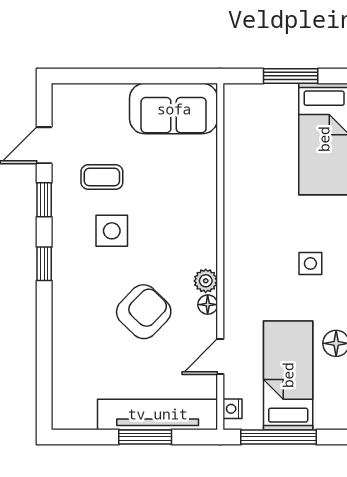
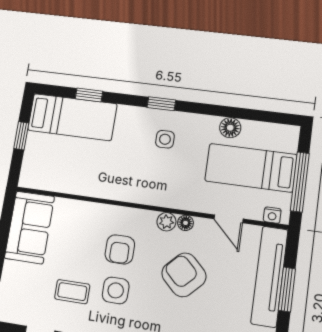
window: (291, 76) -> (21, 136), width x0.67
coffee table: (102, 177) -> (72, 292), turned 90
armchair: (163, 228) -> (120, 249), added

